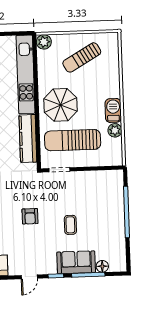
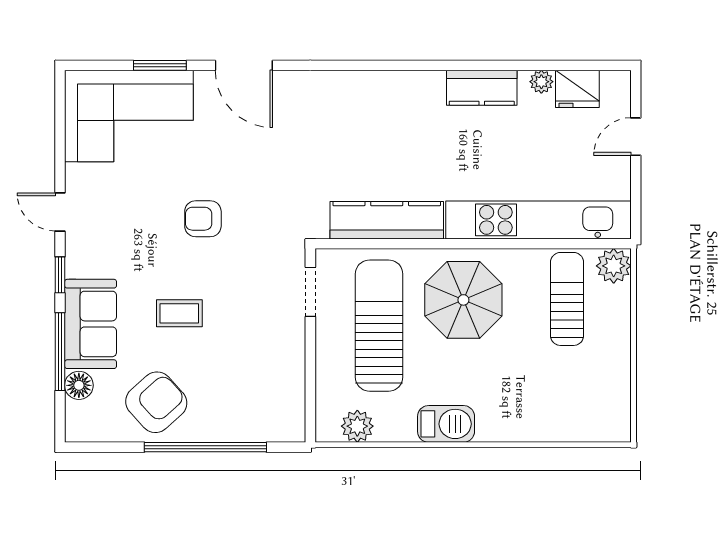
sun lounger: (82, 57) -> (567, 299), moved, turned 30
plant: (115, 130) -> (357, 426), moved
armchair: (108, 233) -> (156, 402), added

